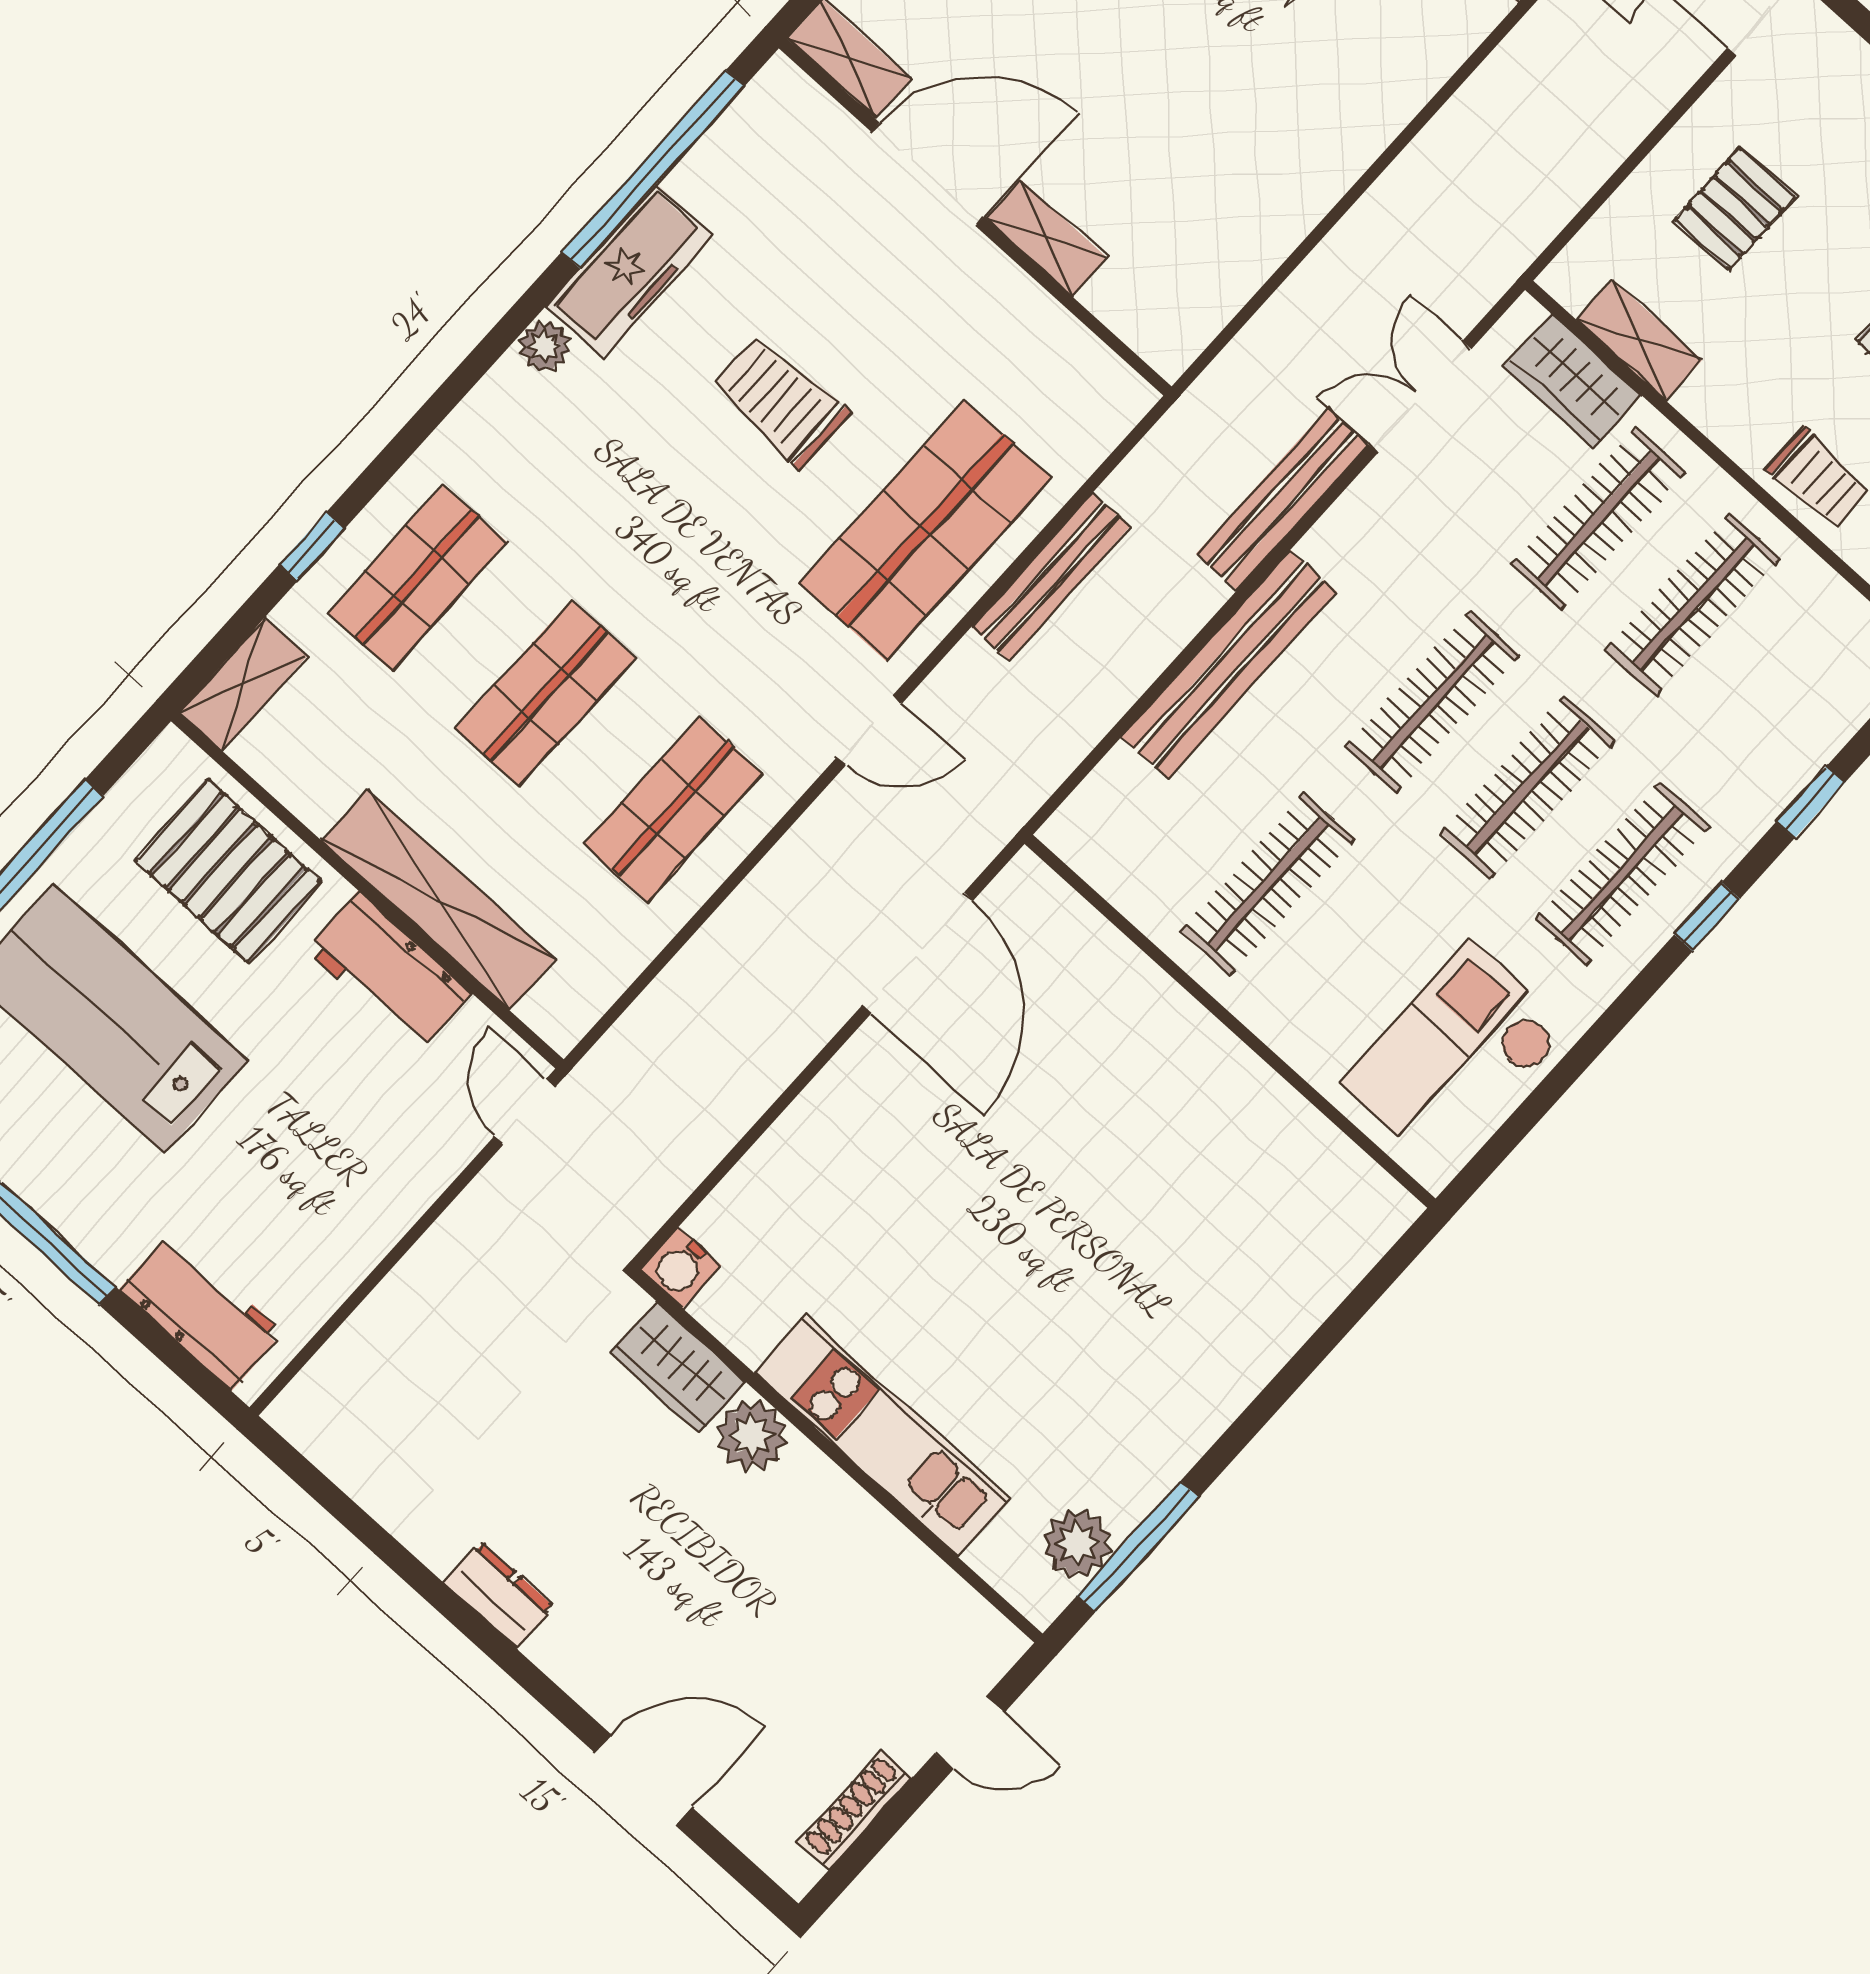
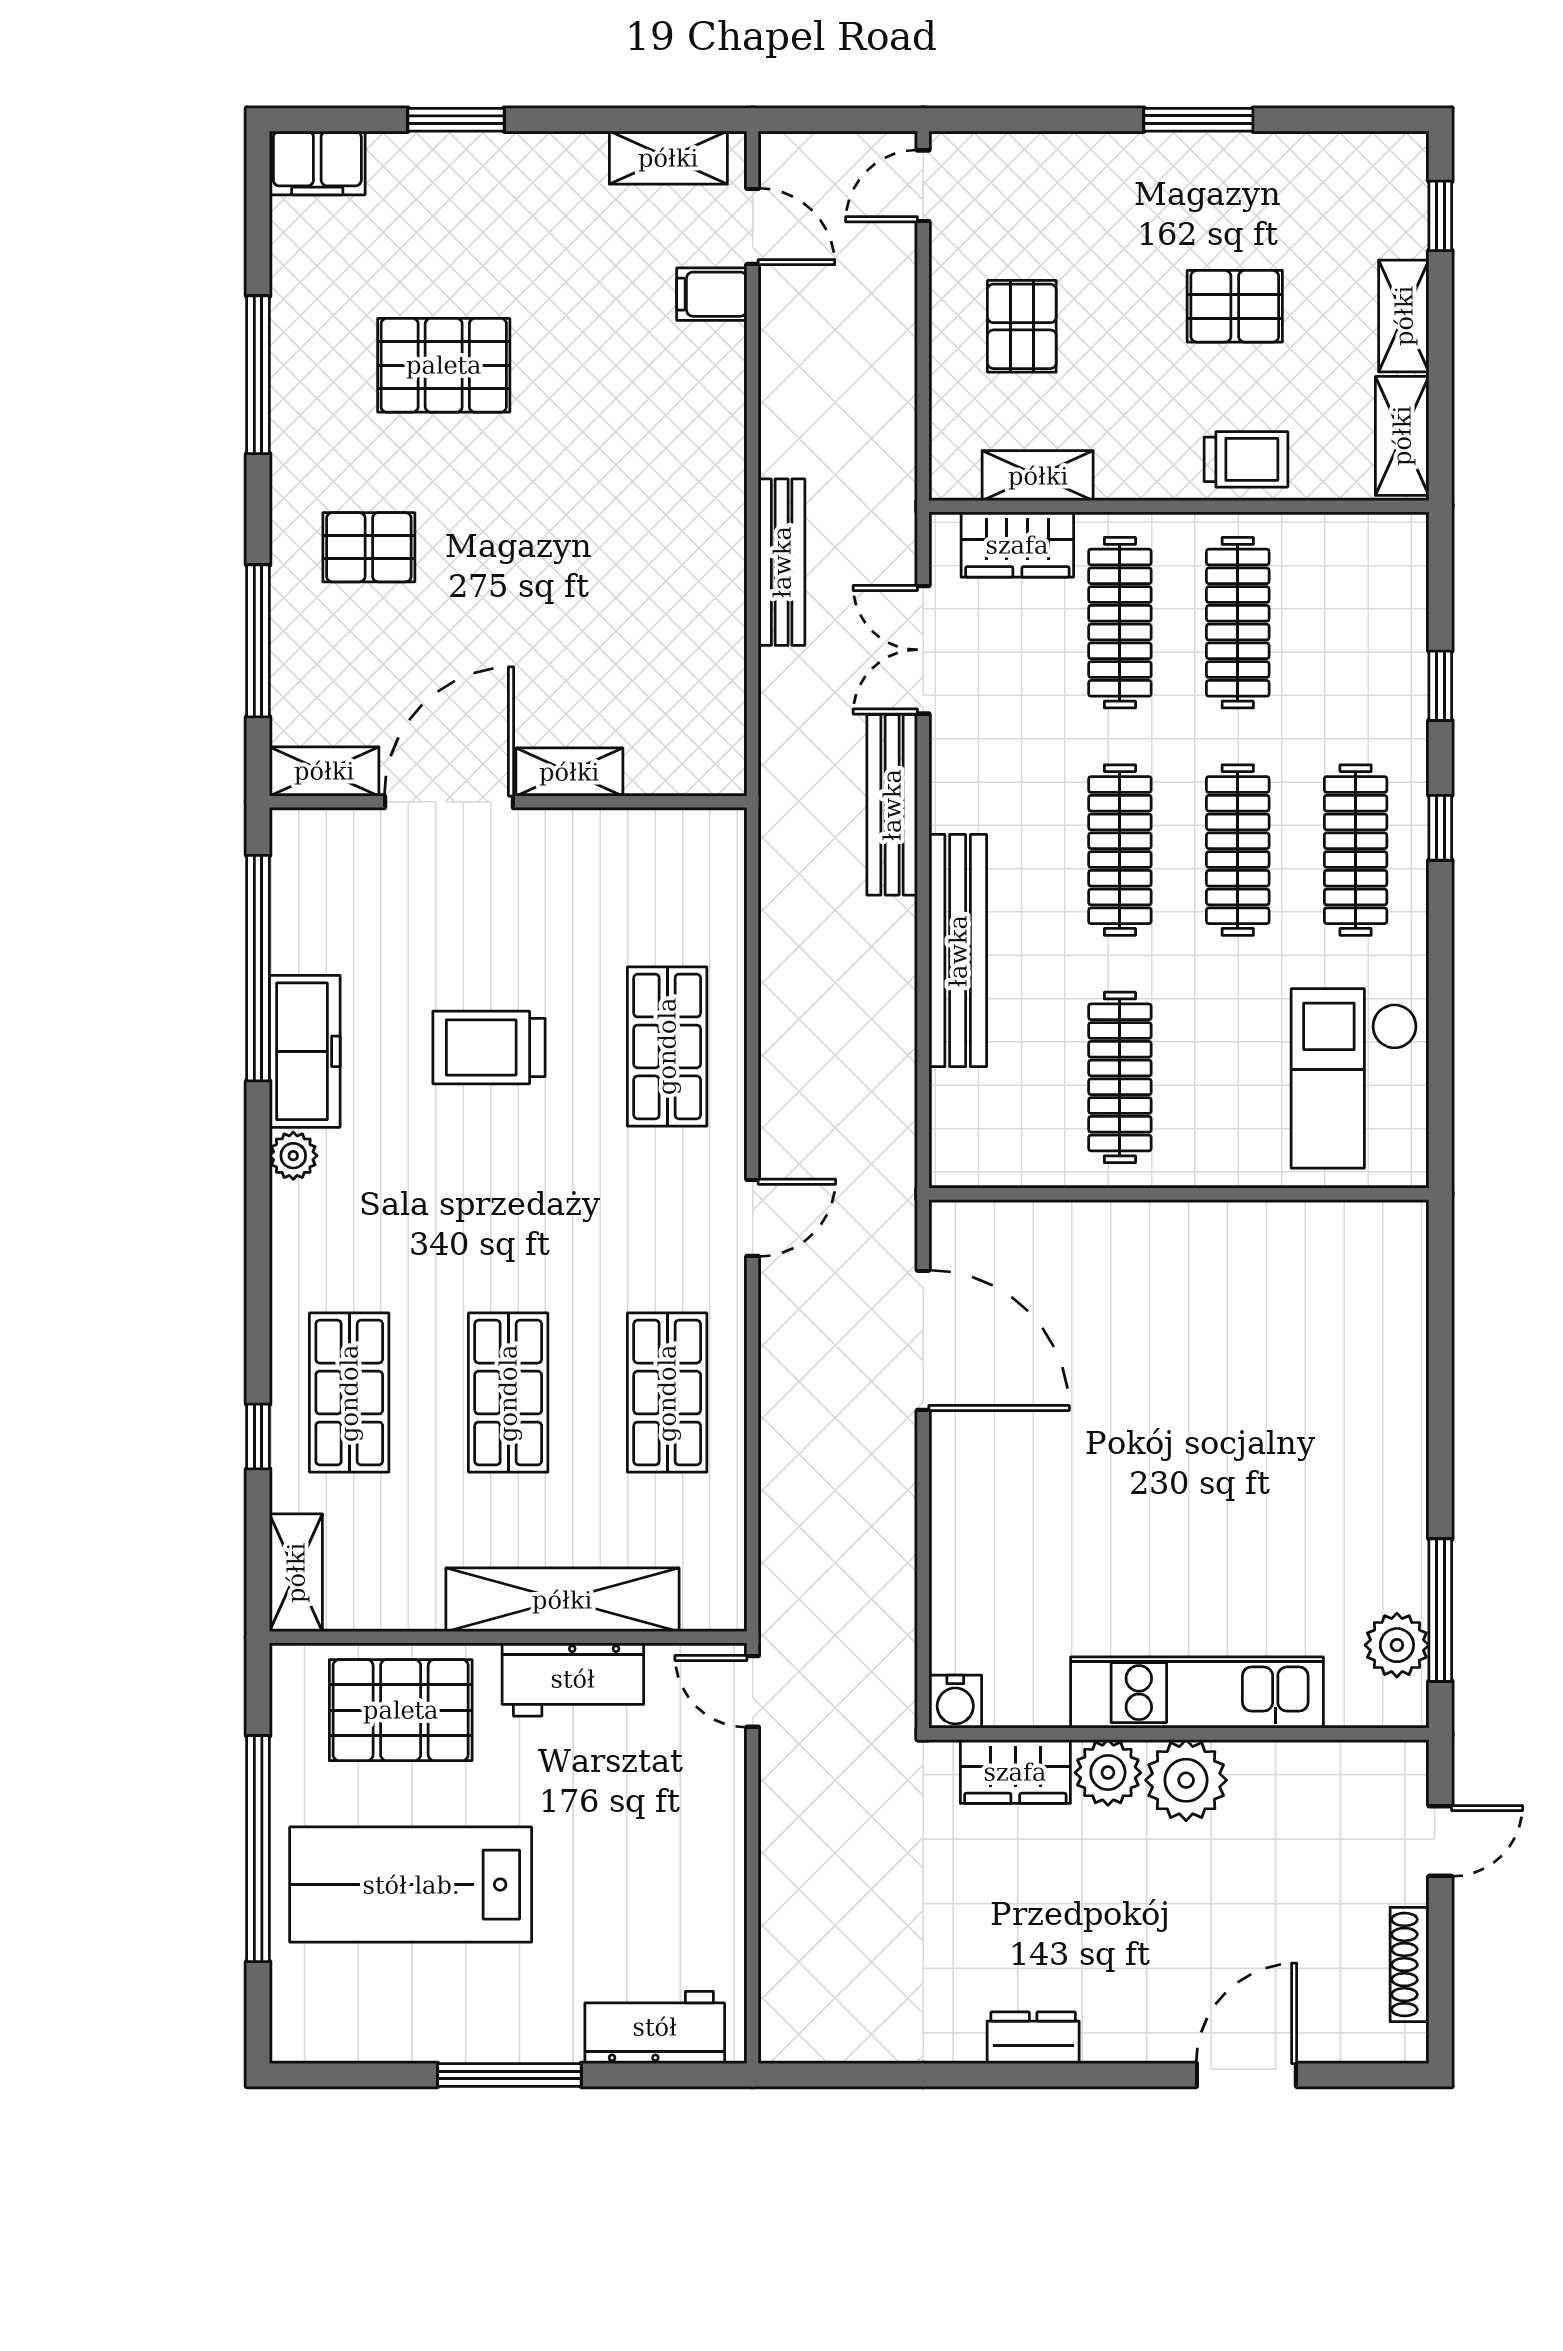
shop shelf: (925, 530) -> (667, 1046), width x0.70, depth x0.74
bench: (1051, 577) -> (782, 562), moved
plant: (809, 1499) -> (1186, 1780), added

